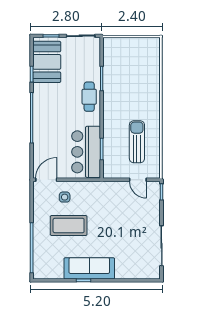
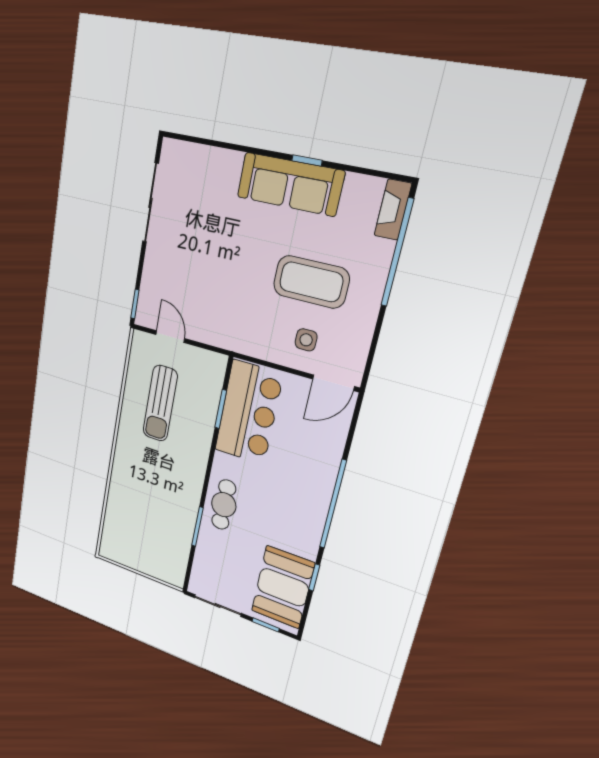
fireplace: (38, 266) -> (393, 210), added

